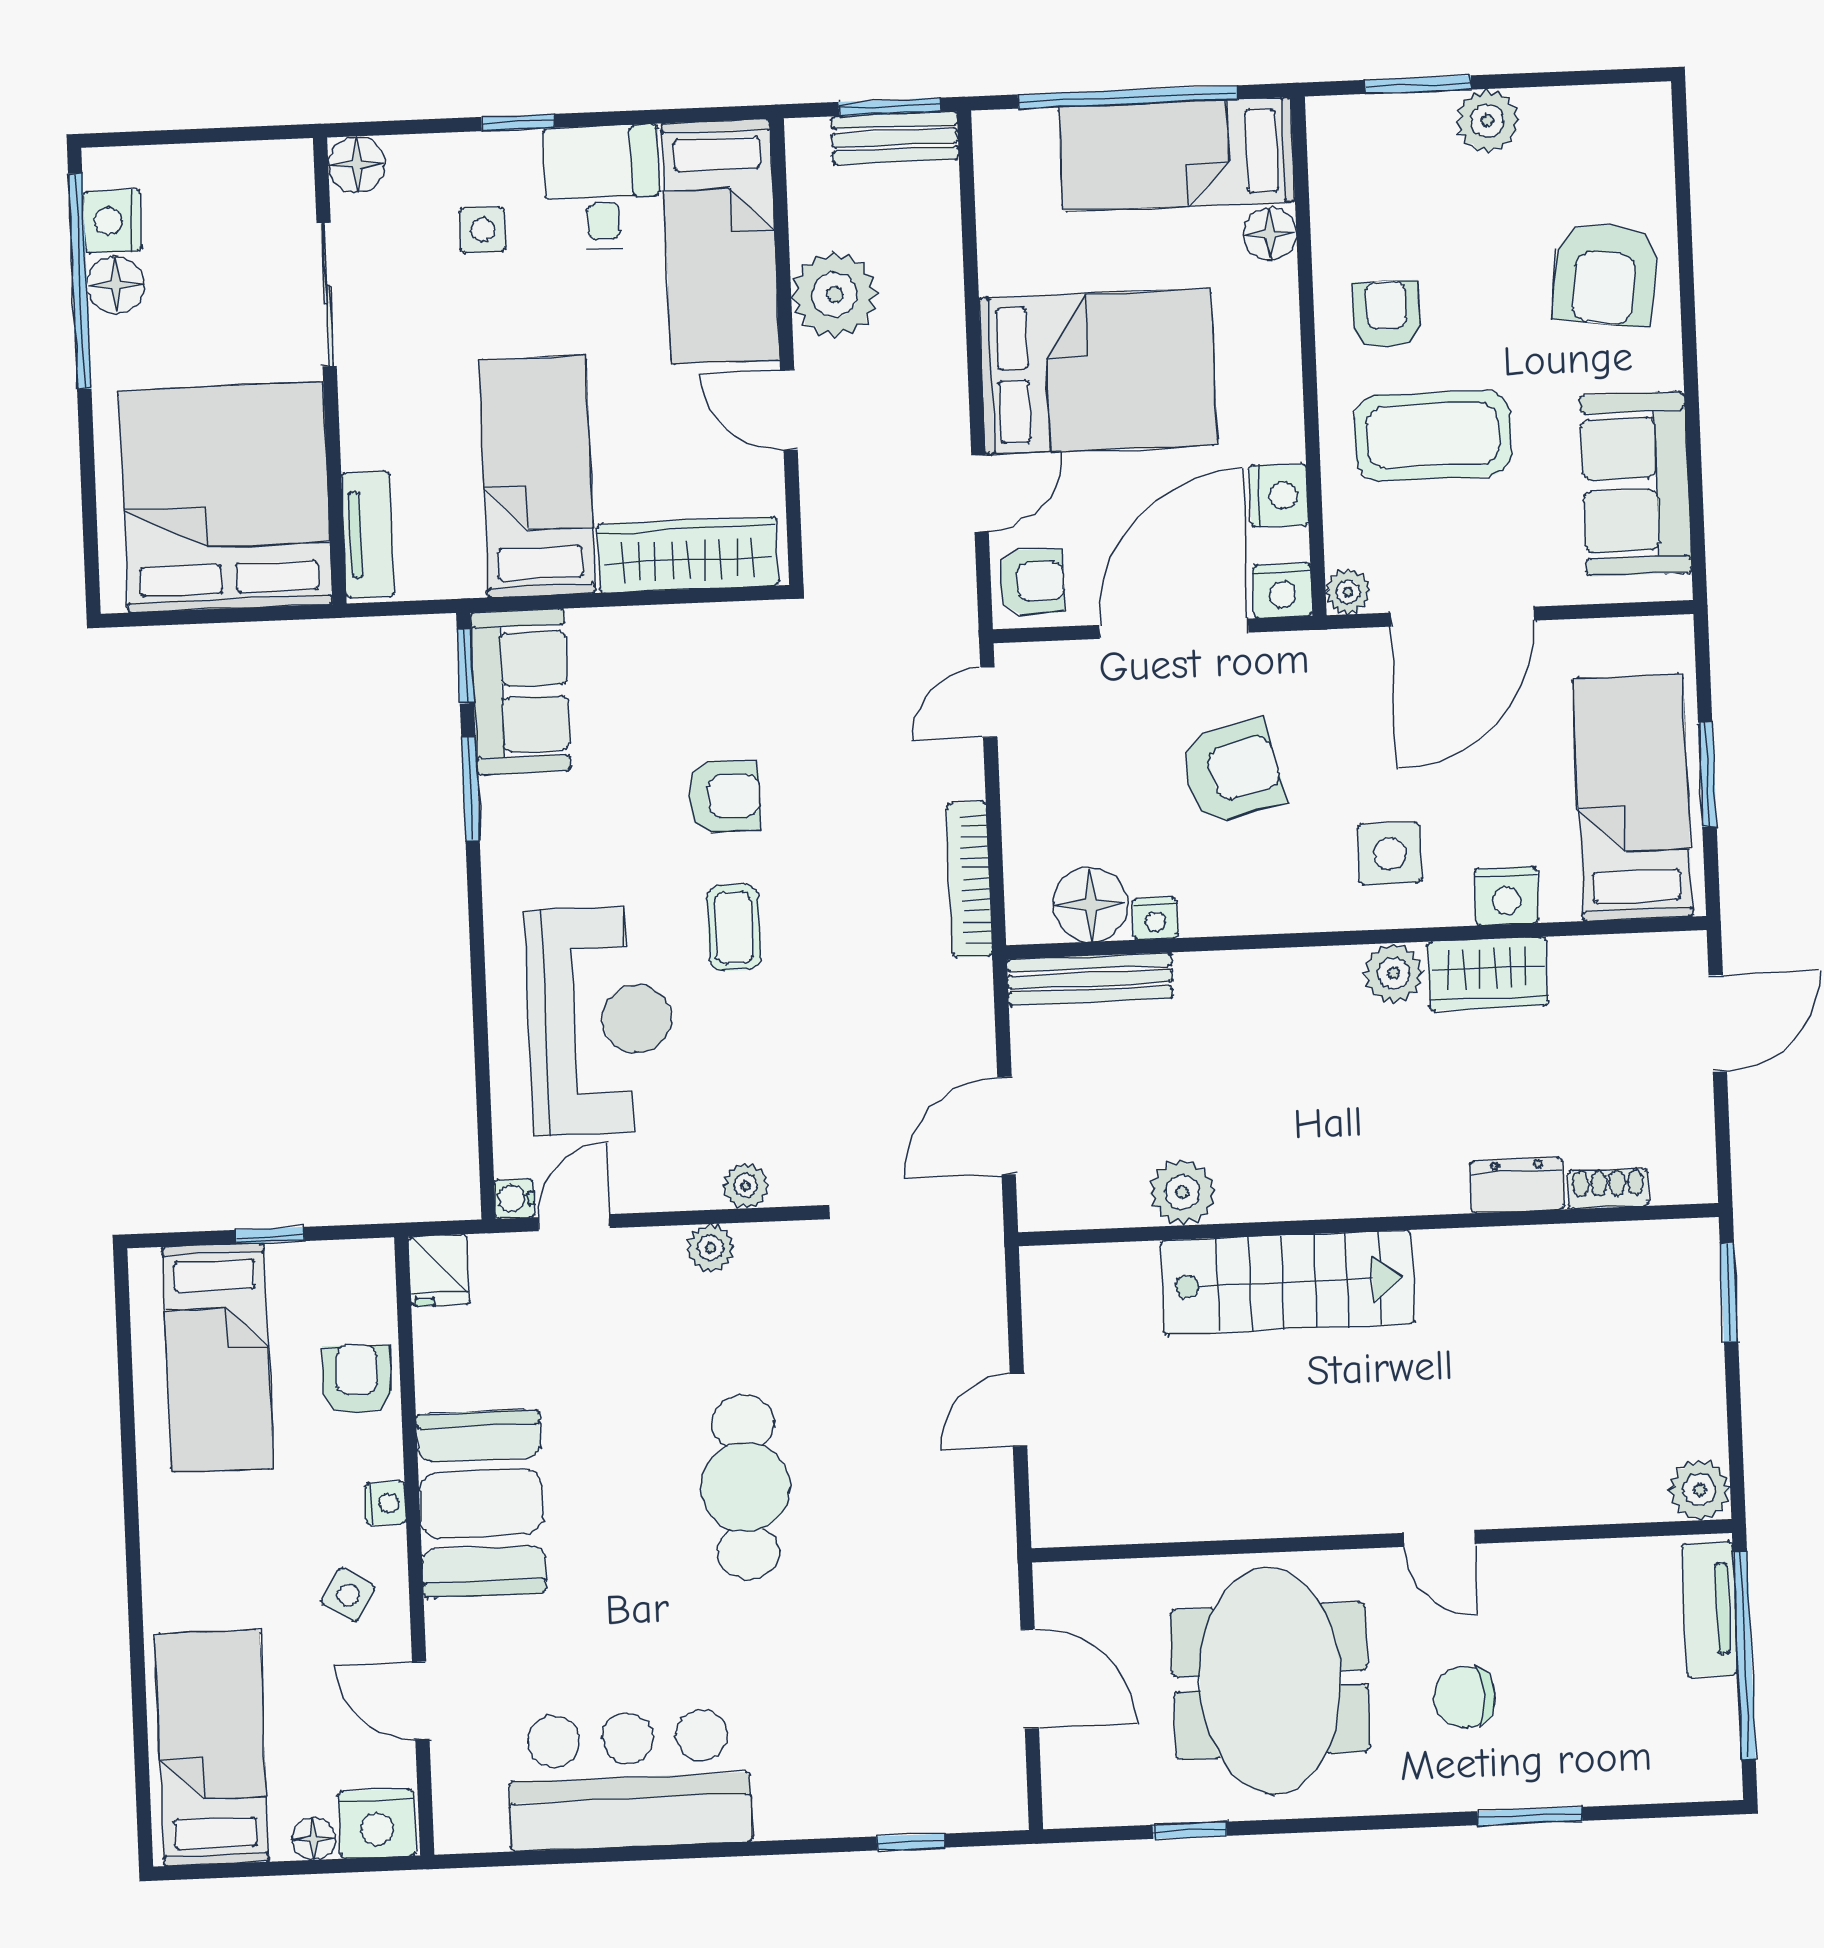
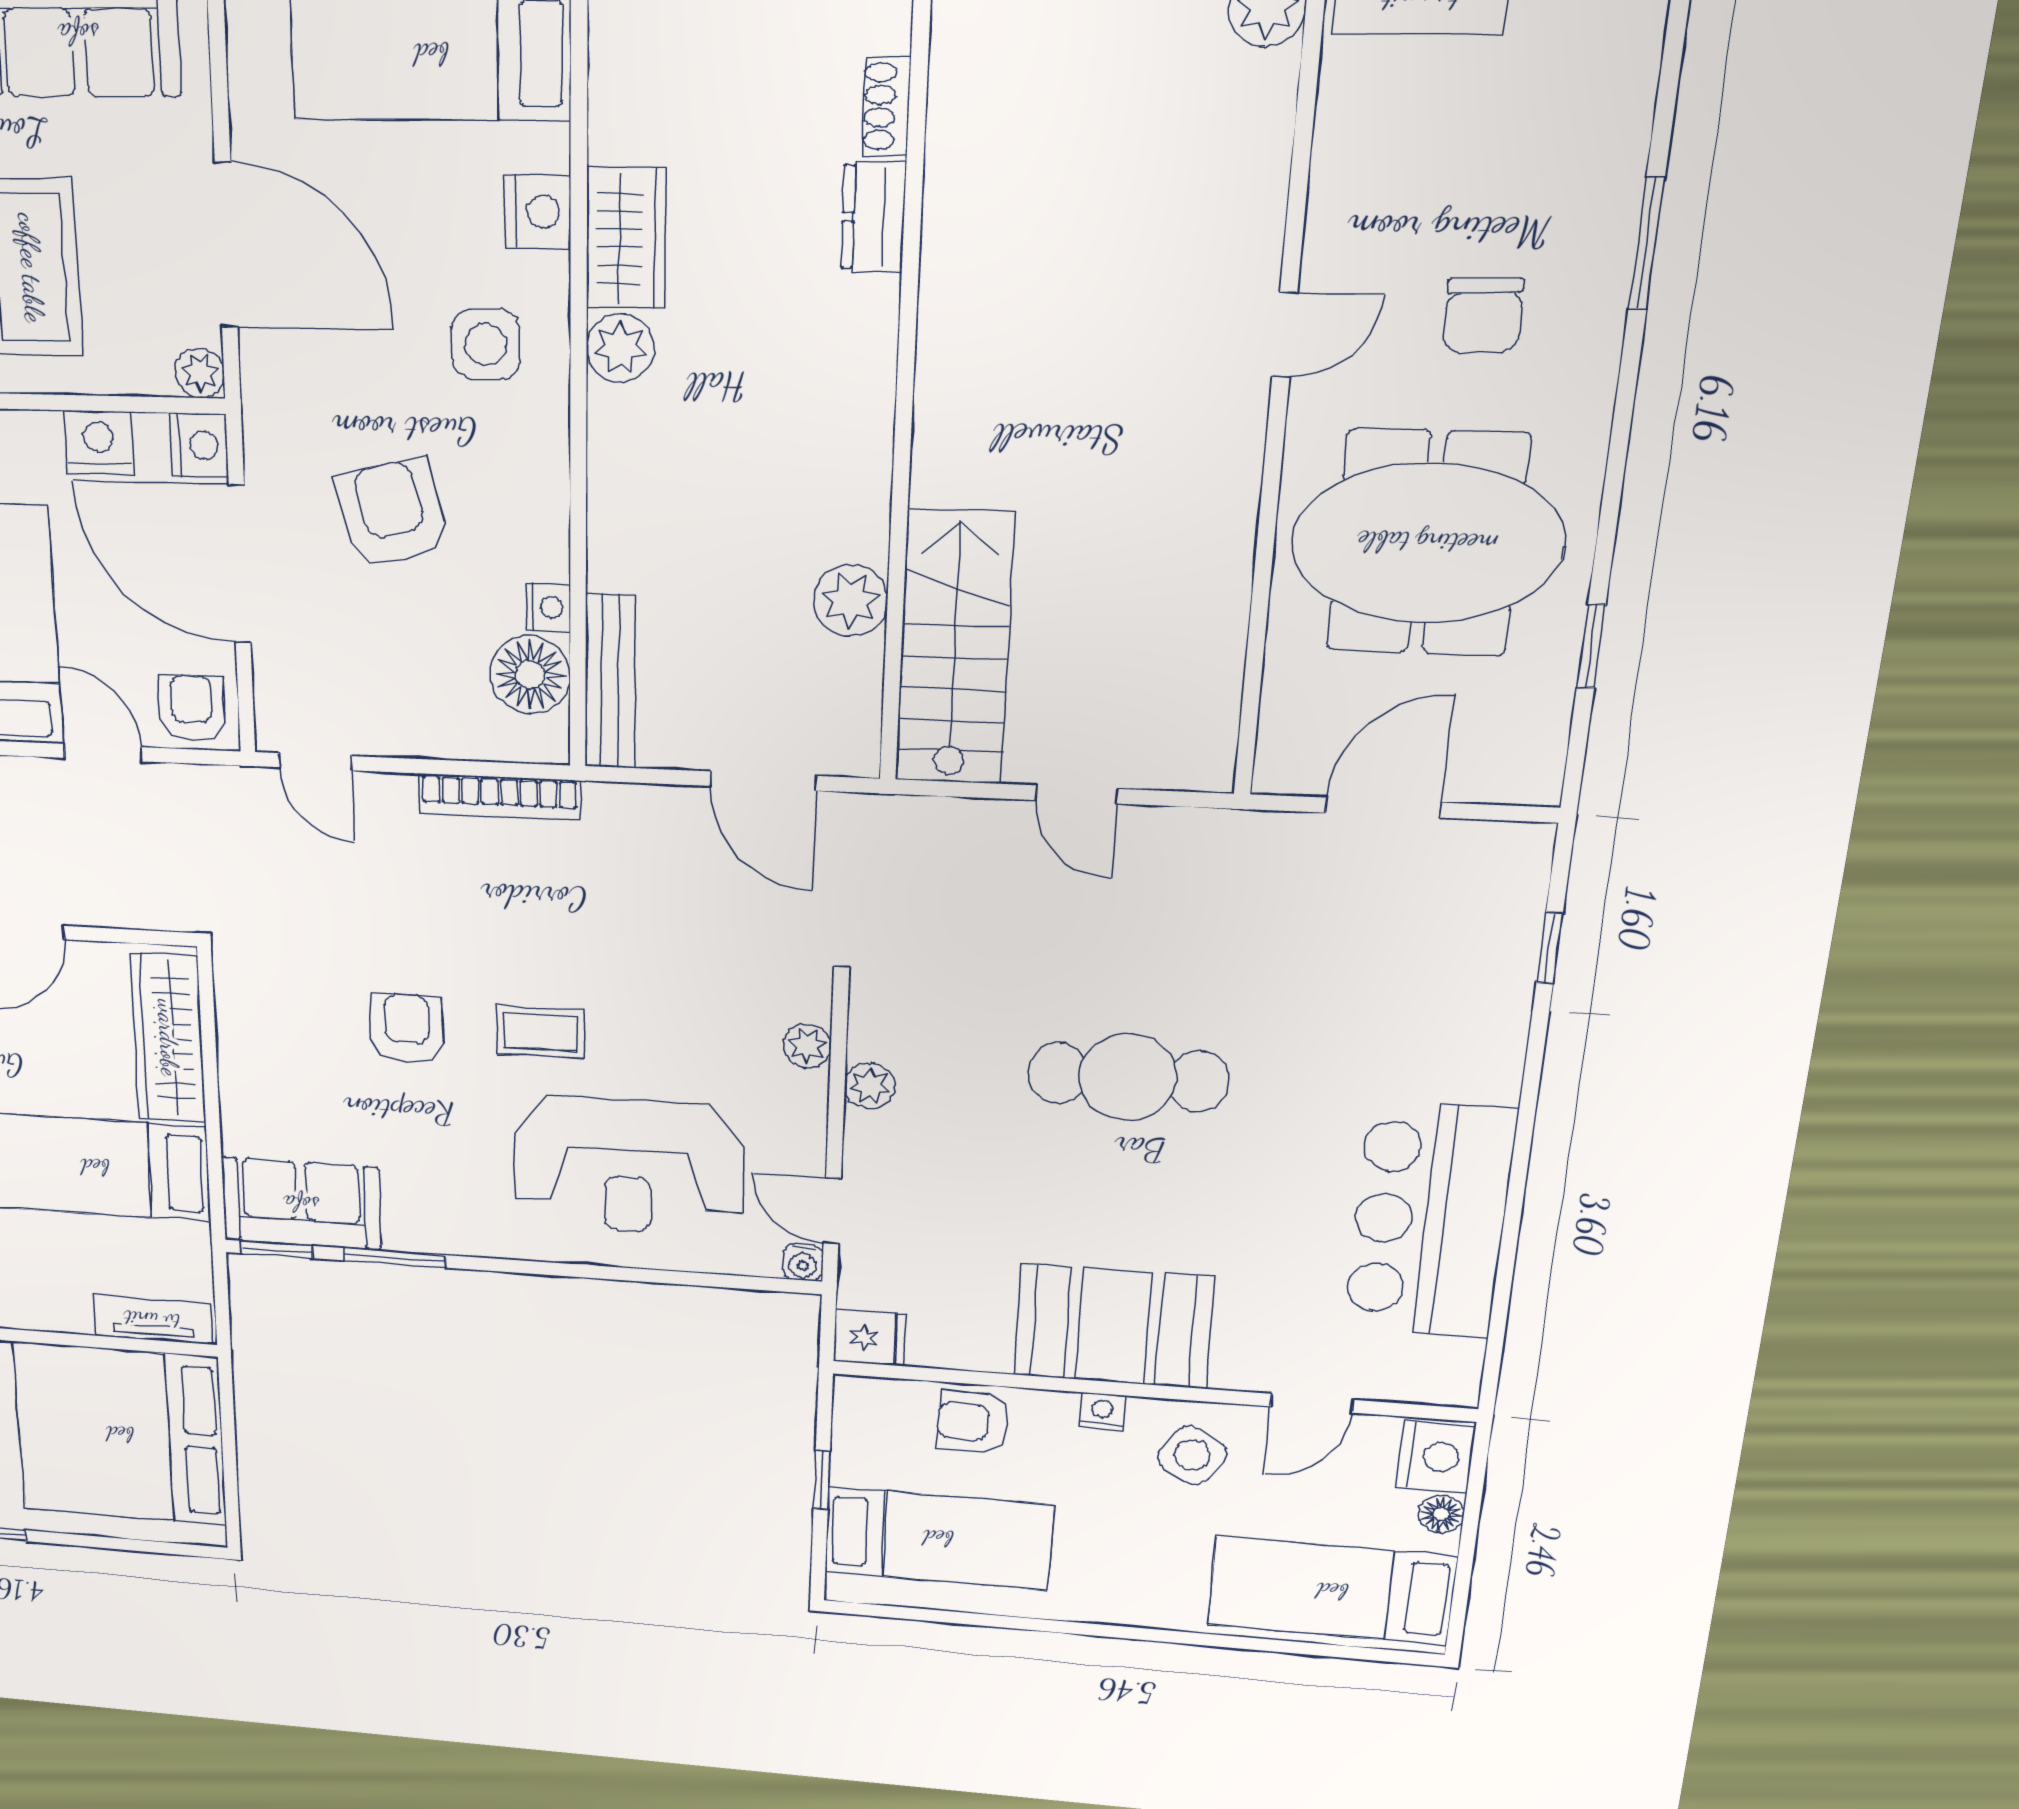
reception desk: (600, 1020) -> (628, 1166), turned 180
stairs: (1287, 1282) -> (955, 648), moved
side table: (348, 1595) -> (1192, 1455), width x1.37, depth x1.37

